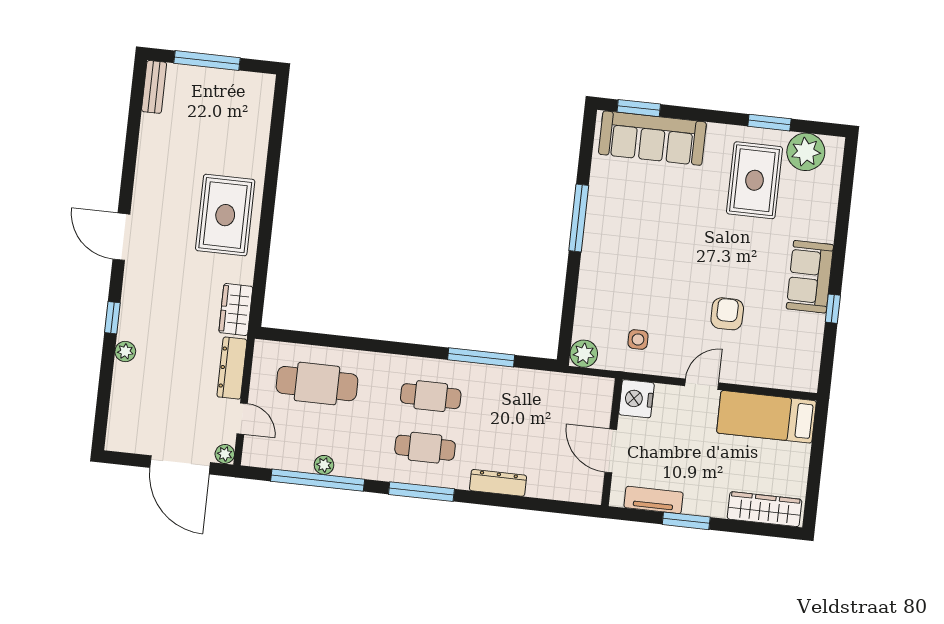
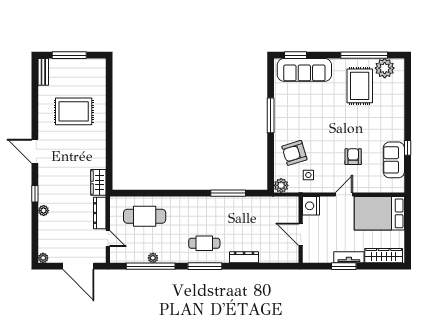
window: (769, 123) -> (364, 55), width x2.11
rug: (225, 215) -> (74, 111), moved, turned 90
sofa: (810, 277) -> (394, 160), moved
armchair: (616, 294) -> (294, 153), added
cafe table: (431, 396) -> (204, 216), removed
bed: (766, 417) -> (379, 213), width x1.50
plant: (225, 454) -> (43, 258), moved
tv unit: (654, 500) -> (349, 257), moved

